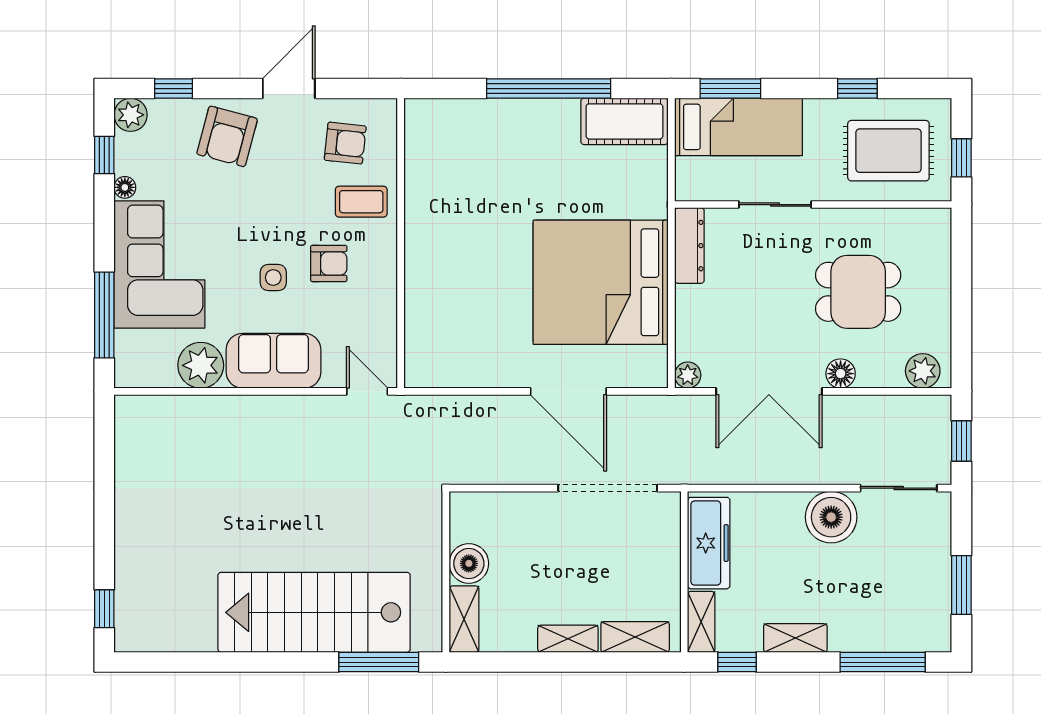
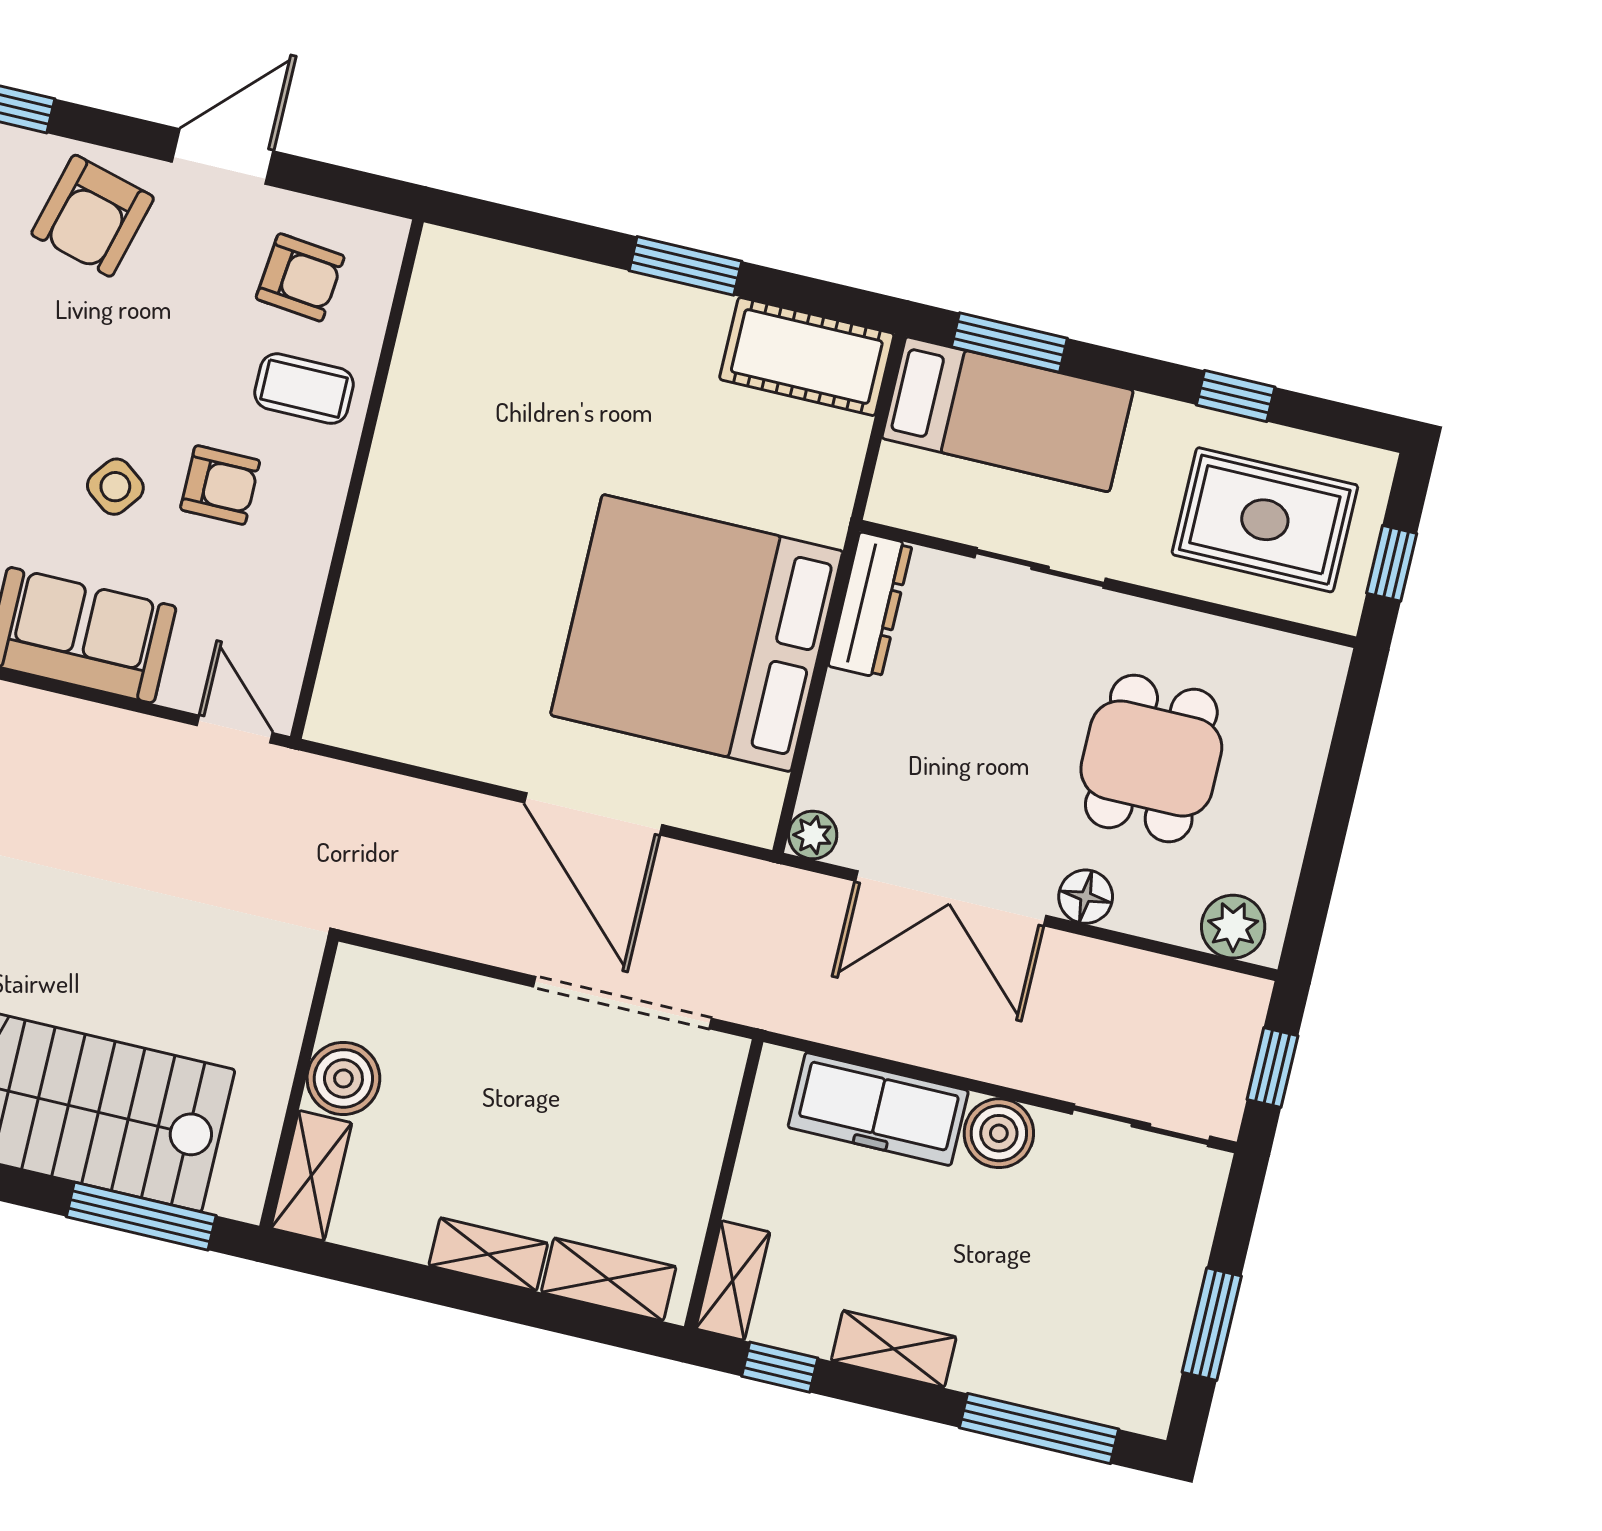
window: (549, 89) -> (685, 266), width x0.47
side table: (273, 278) -> (115, 487), turned 37
dining table: (858, 292) -> (1151, 758), turned 90
boiler: (831, 517) -> (999, 1133), width x0.73, depth x0.73
freezer: (709, 543) -> (878, 1109), moved, turned 90

